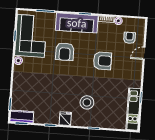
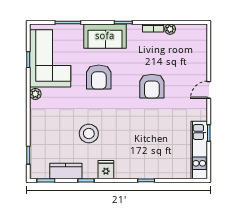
sofa: (77, 23) -> (105, 36), width x0.73
armchair: (130, 38) -> (187, 51), removed
door: (144, 53) -> (209, 90), moved
armchair: (102, 61) -> (152, 86), turned 90
stool: (87, 102) -> (89, 133), moved
kitchen counter: (22, 116) -> (66, 171), moved

